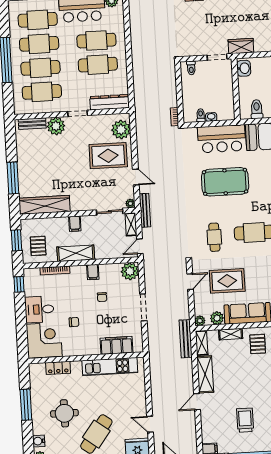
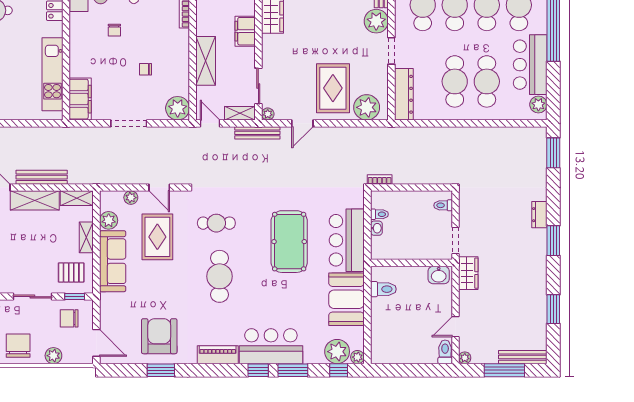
filing cabinet: (75, 224) -> (245, 31), width x2.00
shelving: (76, 253) -> (206, 61), moved
filing cabinet: (93, 272) -> (179, 59), removed
plant: (200, 321) -> (131, 198), moved
bench: (186, 339) -> (42, 177), moved
filing cabinet: (117, 345) -> (80, 99), moved

